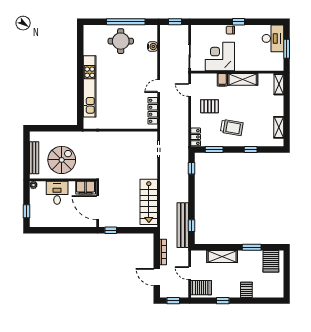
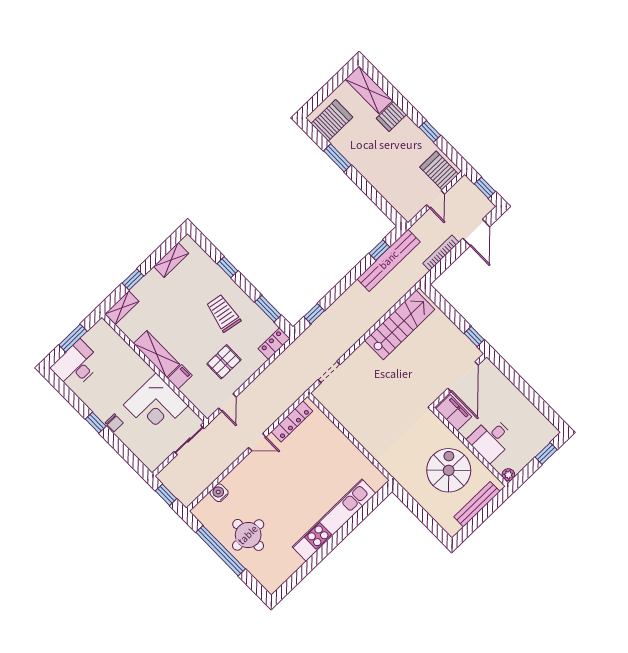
window: (287, 102) -> (133, 279), added
pallet: (210, 106) -> (224, 362), turned 90
spiral stairs: (62, 160) -> (449, 470), turned 90
shelving: (222, 256) -> (369, 90), moved

